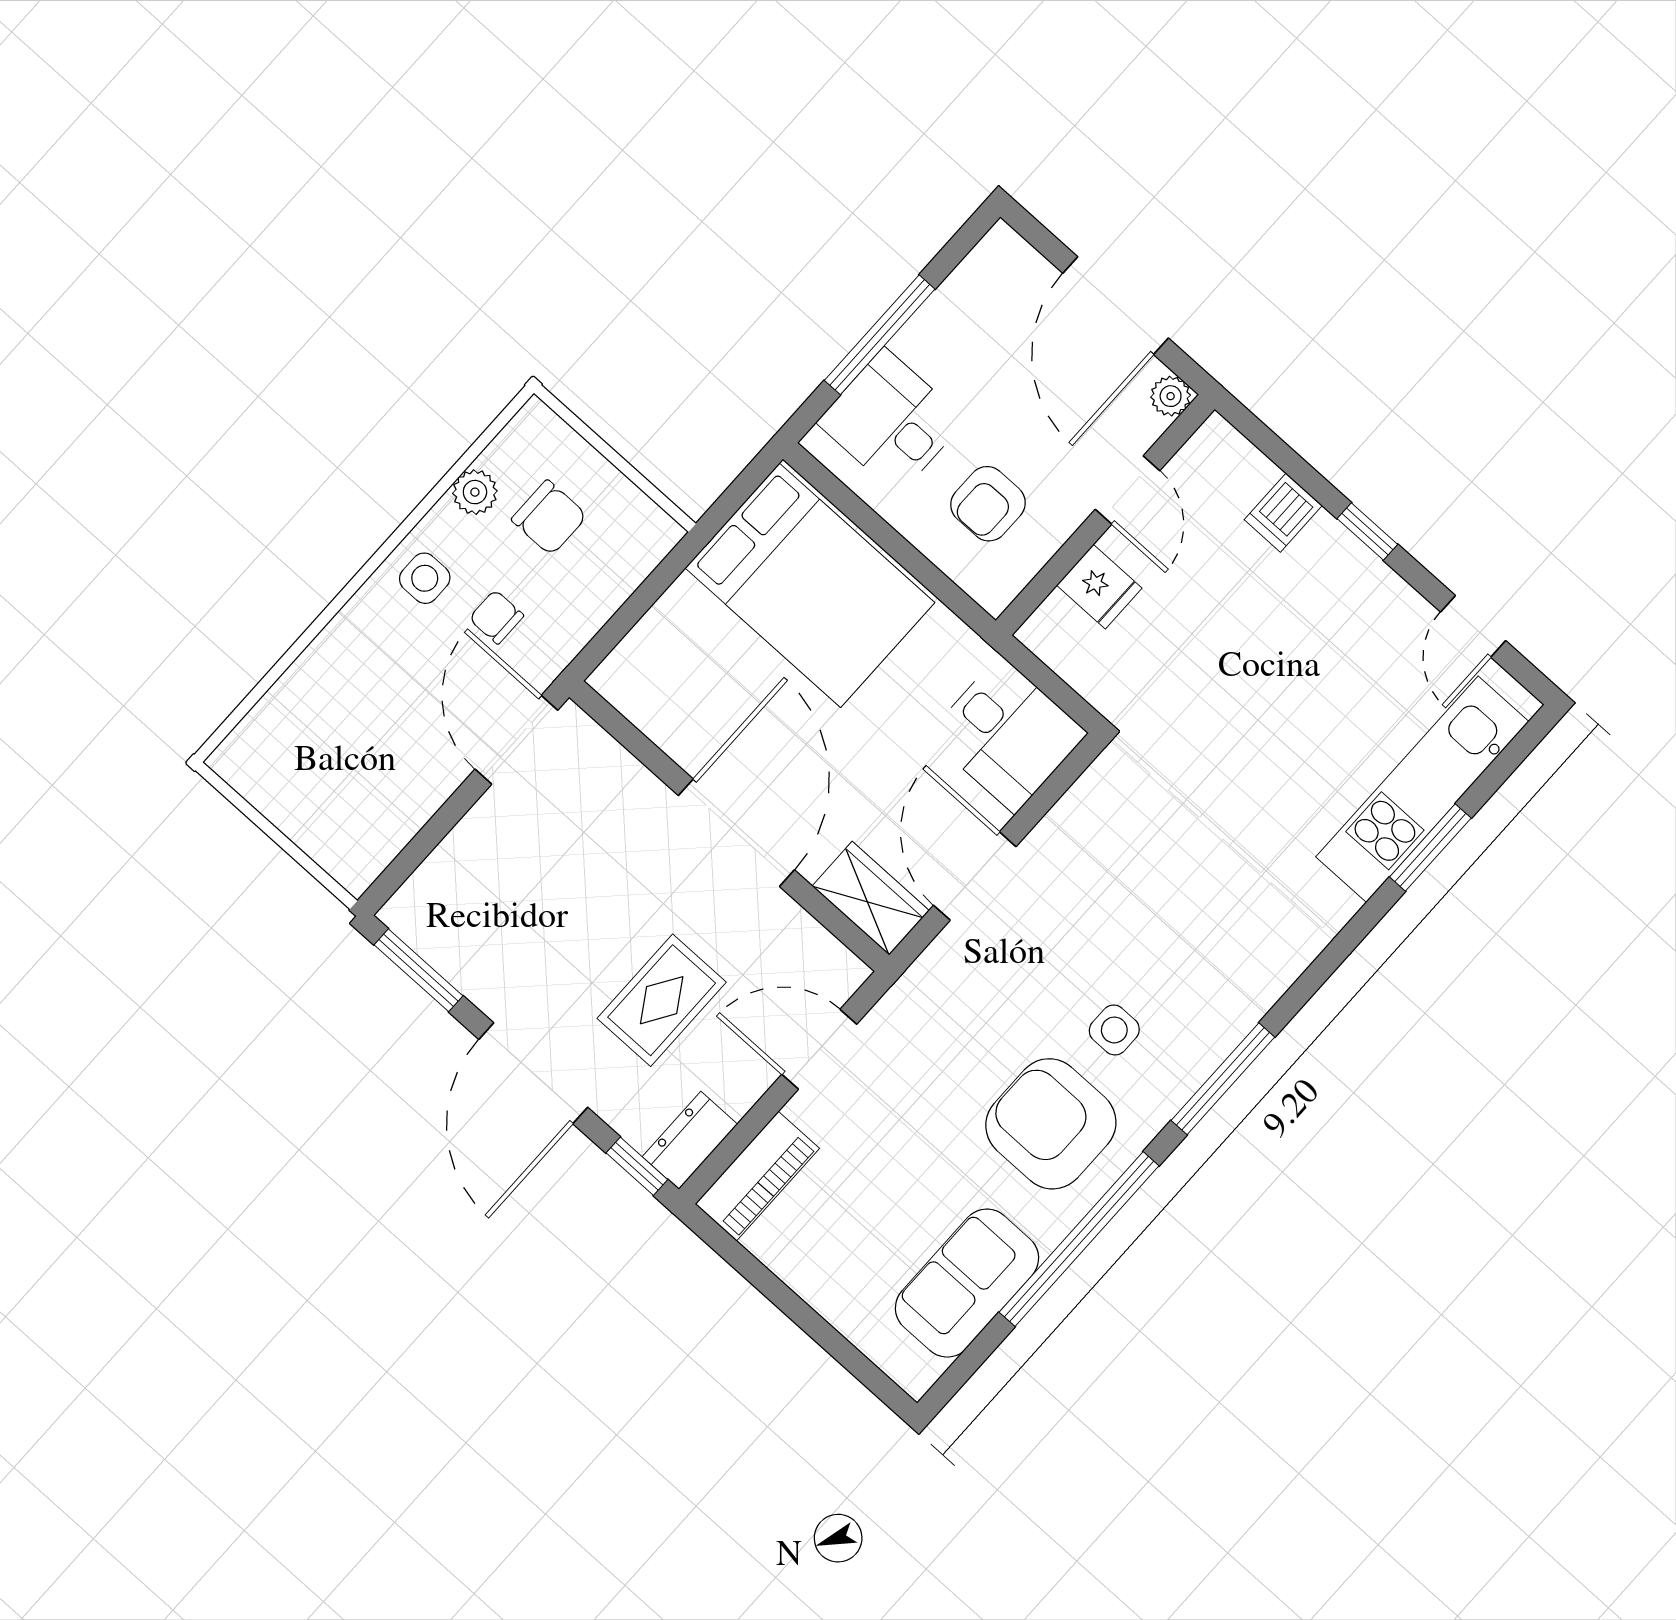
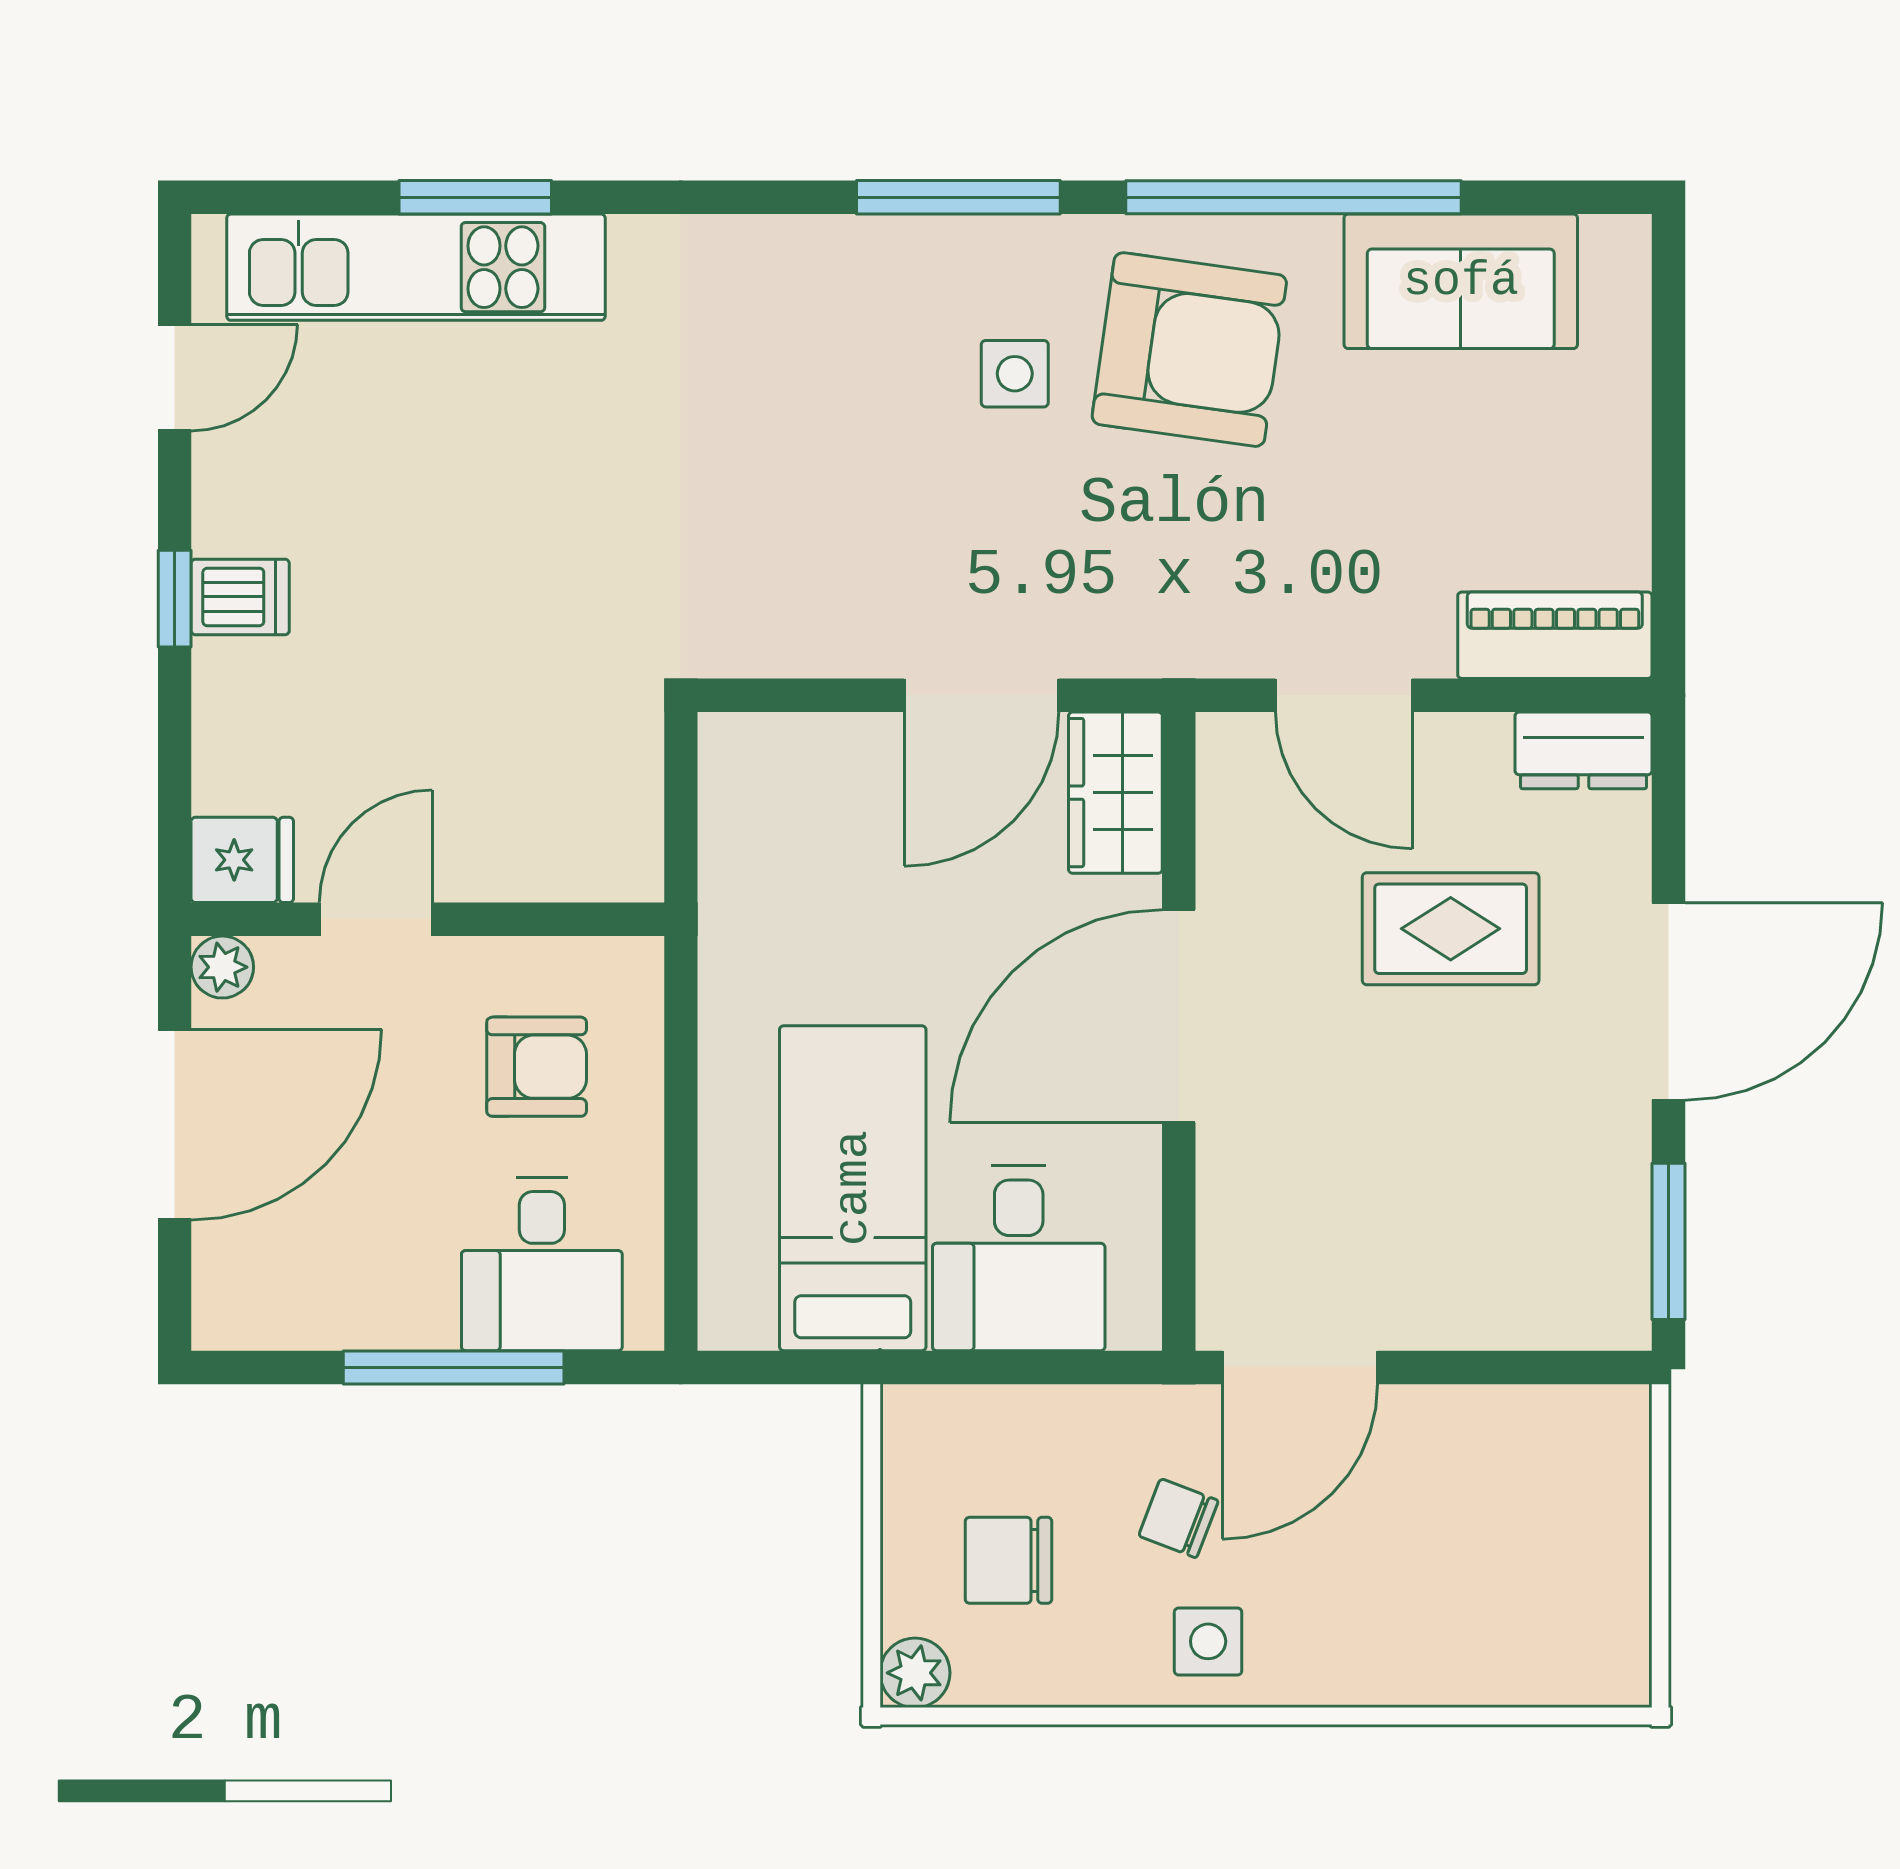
plant: (475, 492) -> (915, 1673), moved
dishwasher: (1283, 513) -> (240, 597), moved
chair: (549, 518) -> (1009, 1560), turned -90
bed: (810, 585) -> (853, 1188), width x0.67
fridge: (1099, 587) -> (242, 860), moved, turned 90
chair: (496, 617) -> (1178, 1518), turned 111
desk: (1007, 734) -> (1019, 1258), moved, turned 180
armchair: (1051, 1124) -> (1189, 350), turned -82
window: (637, 1166) -> (1668, 785), removed

